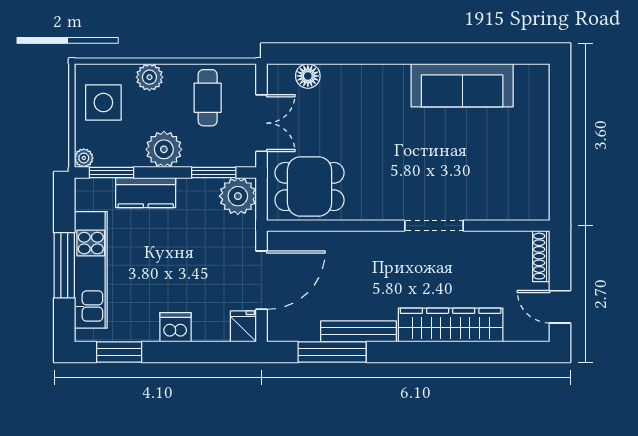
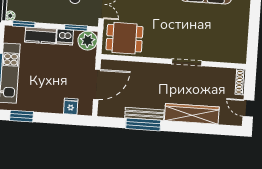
plant: (164, 149) -> (51, 14), removed
fridge: (243, 326) -> (71, 106), moved
dishwasher: (175, 327) -> (65, 37), moved, turned 180
window: (332, 352) -> (143, 124), moved

